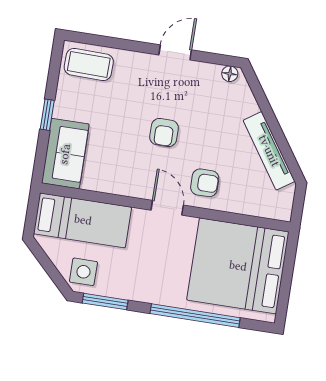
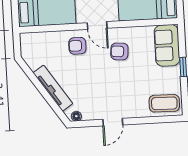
armchair: (164, 132) -> (119, 51), moved, turned -85
tv unit: (269, 151) -> (53, 88), moved

